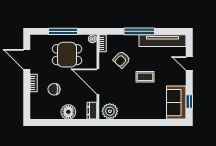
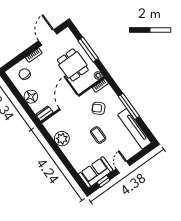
door: (189, 64) -> (123, 167), moved
chair: (54, 89) -> (25, 74), moved
plant: (110, 111) -> (62, 139), moved

